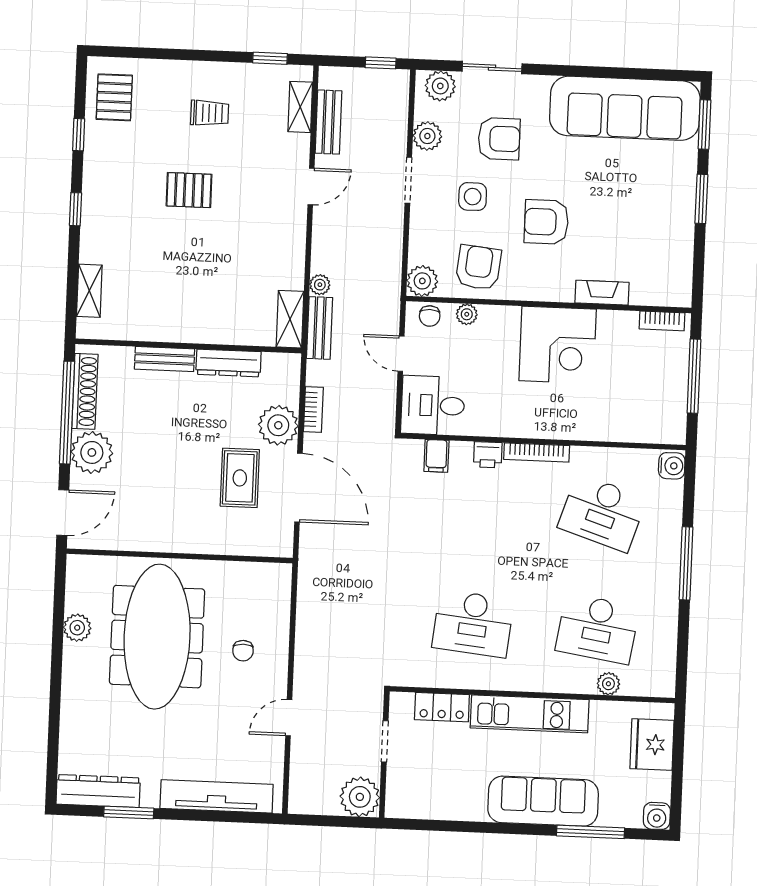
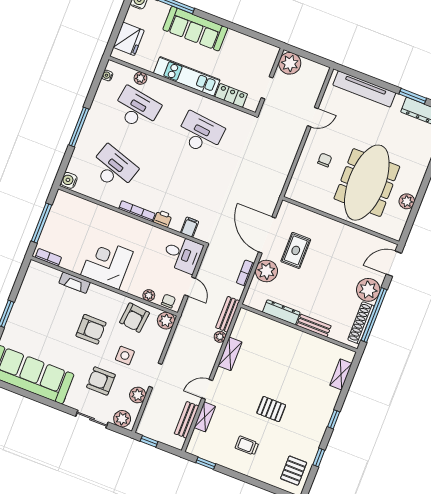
shelving: (300, 107) -> (205, 417), moved
shelving: (290, 319) -> (230, 354), moved
water cooler: (667, 669) -> (107, 75), added

